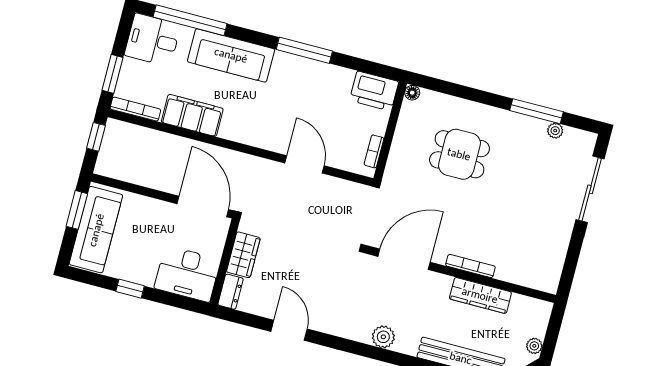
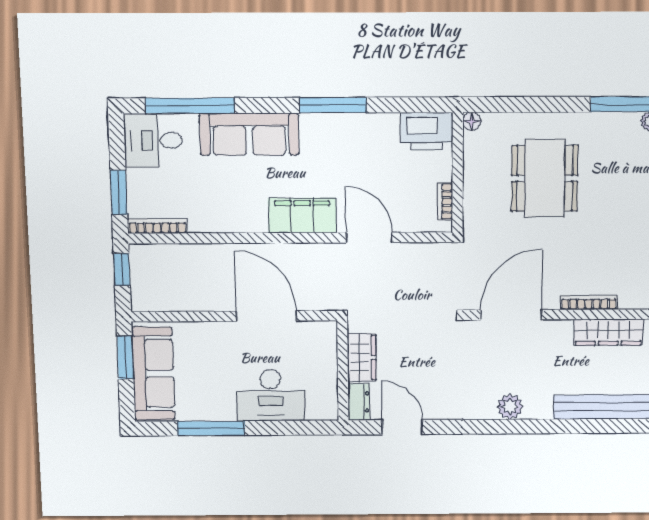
filing cabinet: (192, 115) -> (302, 215), moved
dining table: (459, 154) -> (545, 178), width x1.38
wardrobe: (243, 255) -> (362, 358), moved
wall: (225, 262) -> (343, 371), moved
window: (130, 289) -> (211, 428), width x2.17
dresser: (231, 292) -> (359, 402), moved

